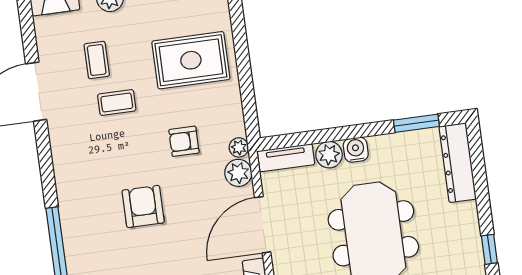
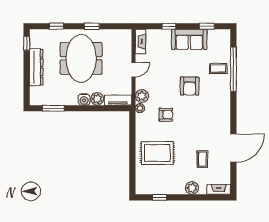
coffee table: (117, 102) -> (218, 68), moved
dresser: (458, 163) -> (36, 67), moved
door: (263, 225) -> (134, 70), width x0.53

